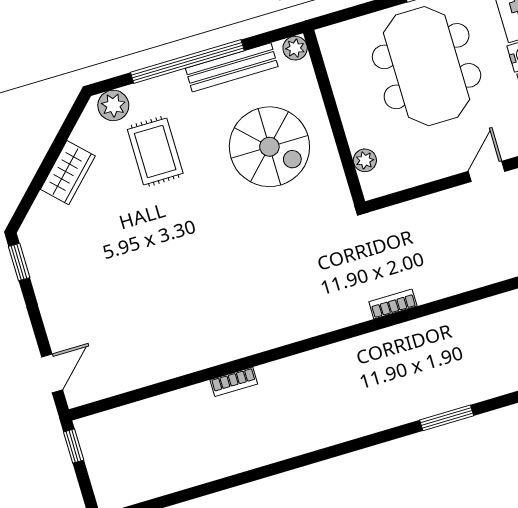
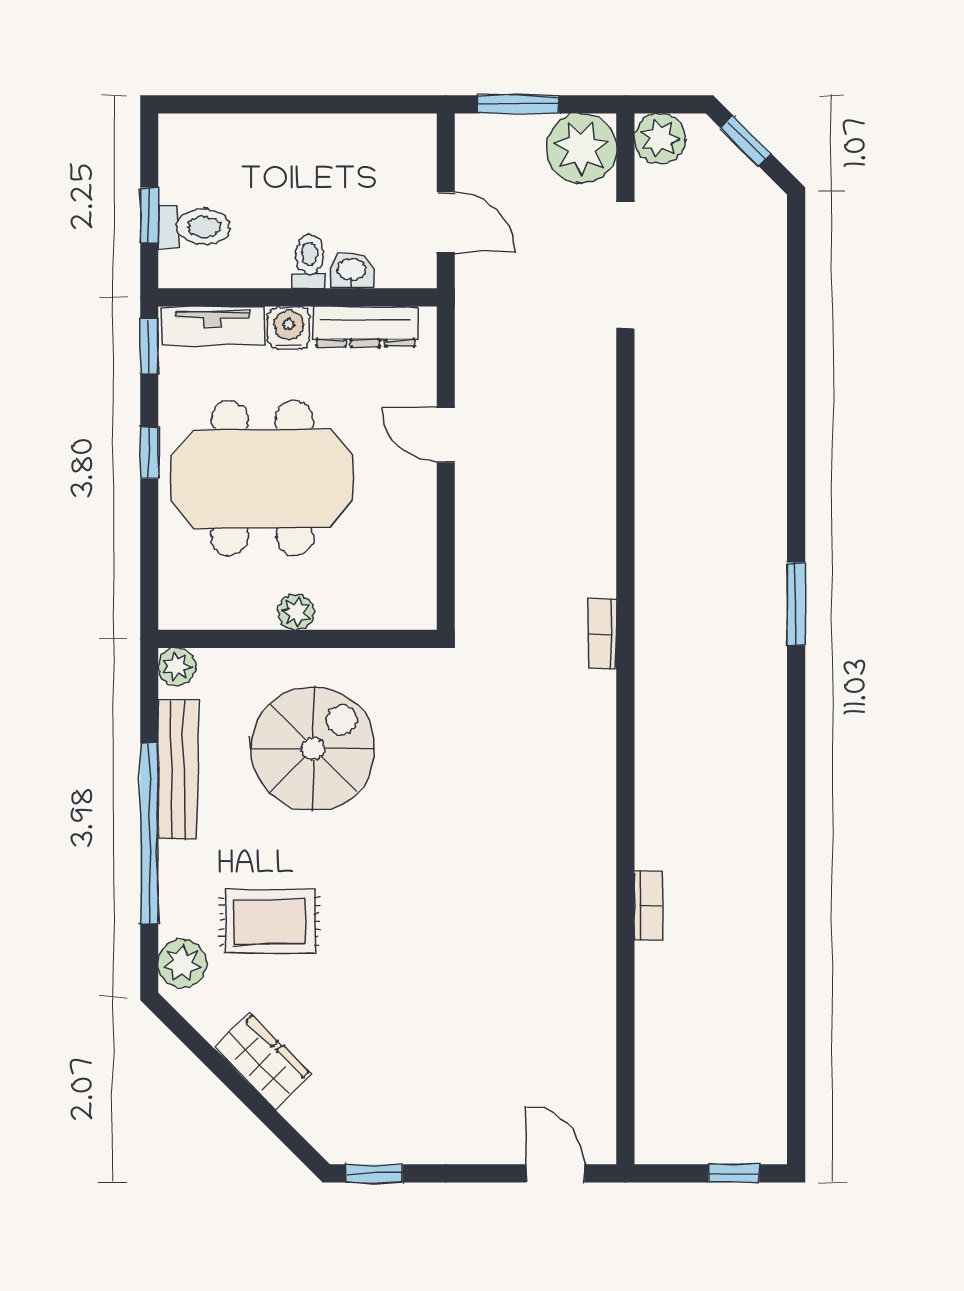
plant: (365, 160) -> (296, 612), moved
window: (74, 446) -> (734, 1173), moved

